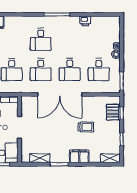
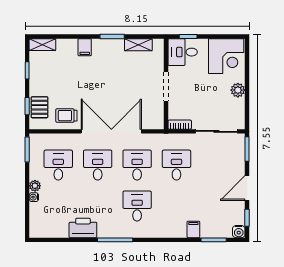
printer: (85, 21) -> (83, 228), width x1.87, depth x1.48
trolley: (86, 127) -> (66, 116), moved
filing cabinet: (79, 156) -> (85, 47), width x0.50

